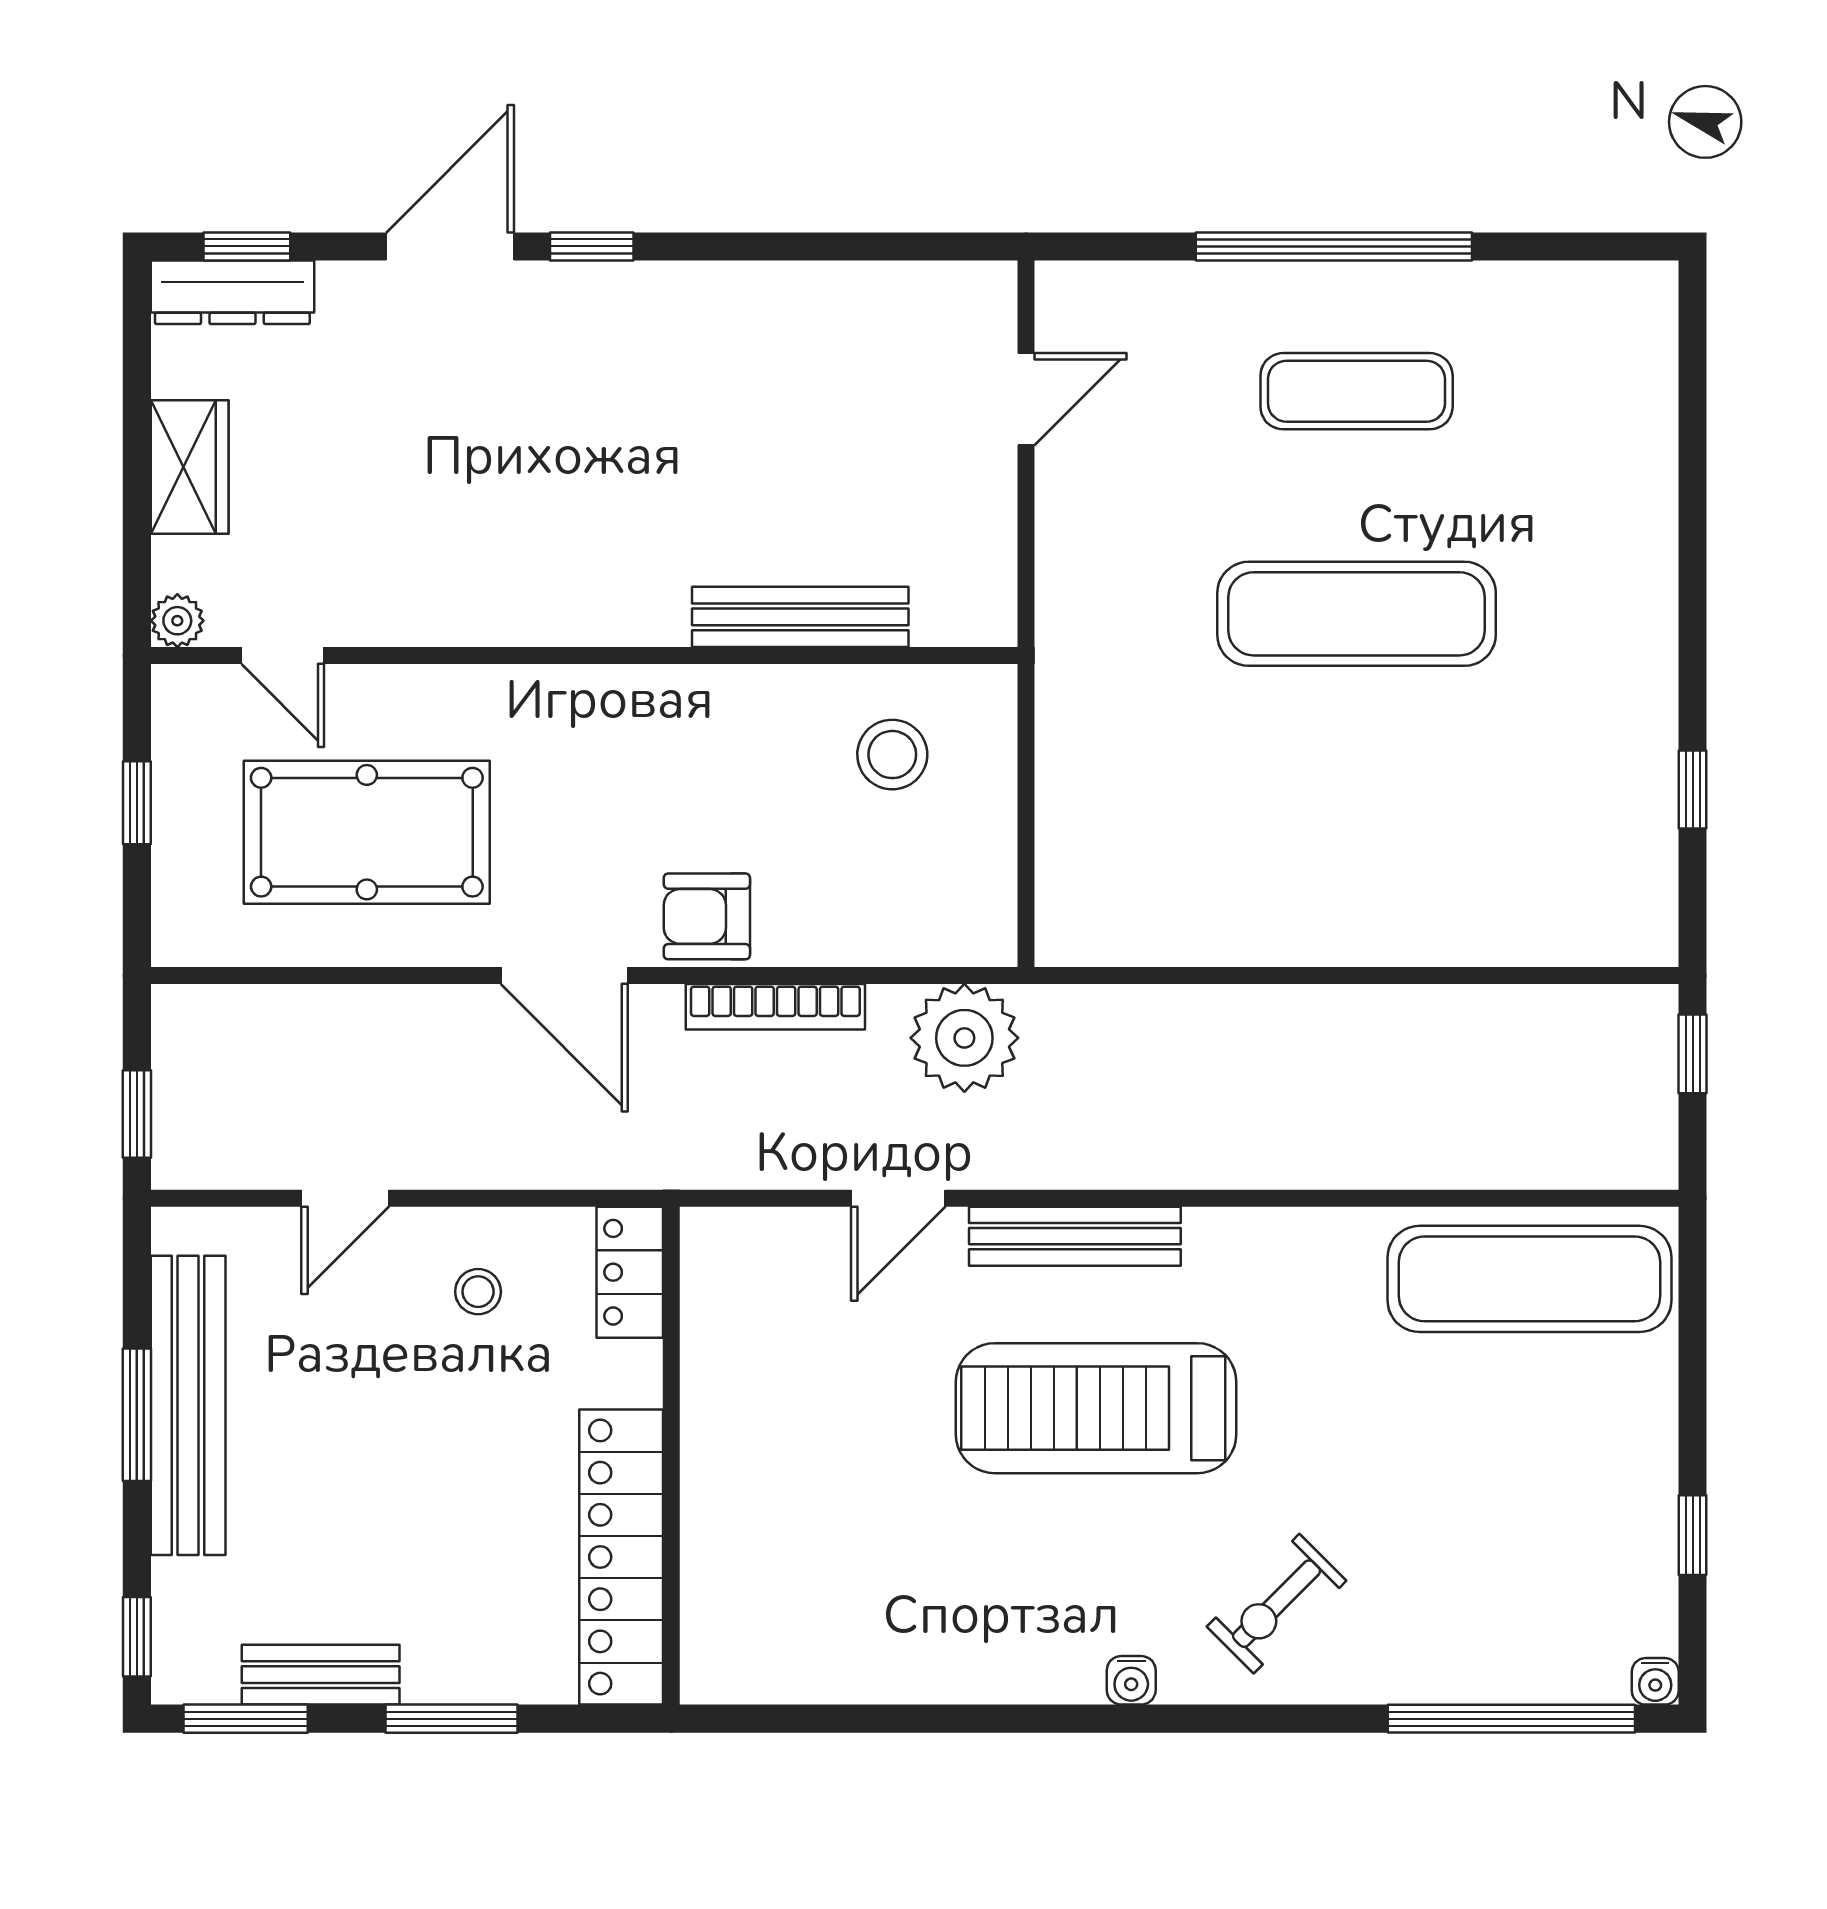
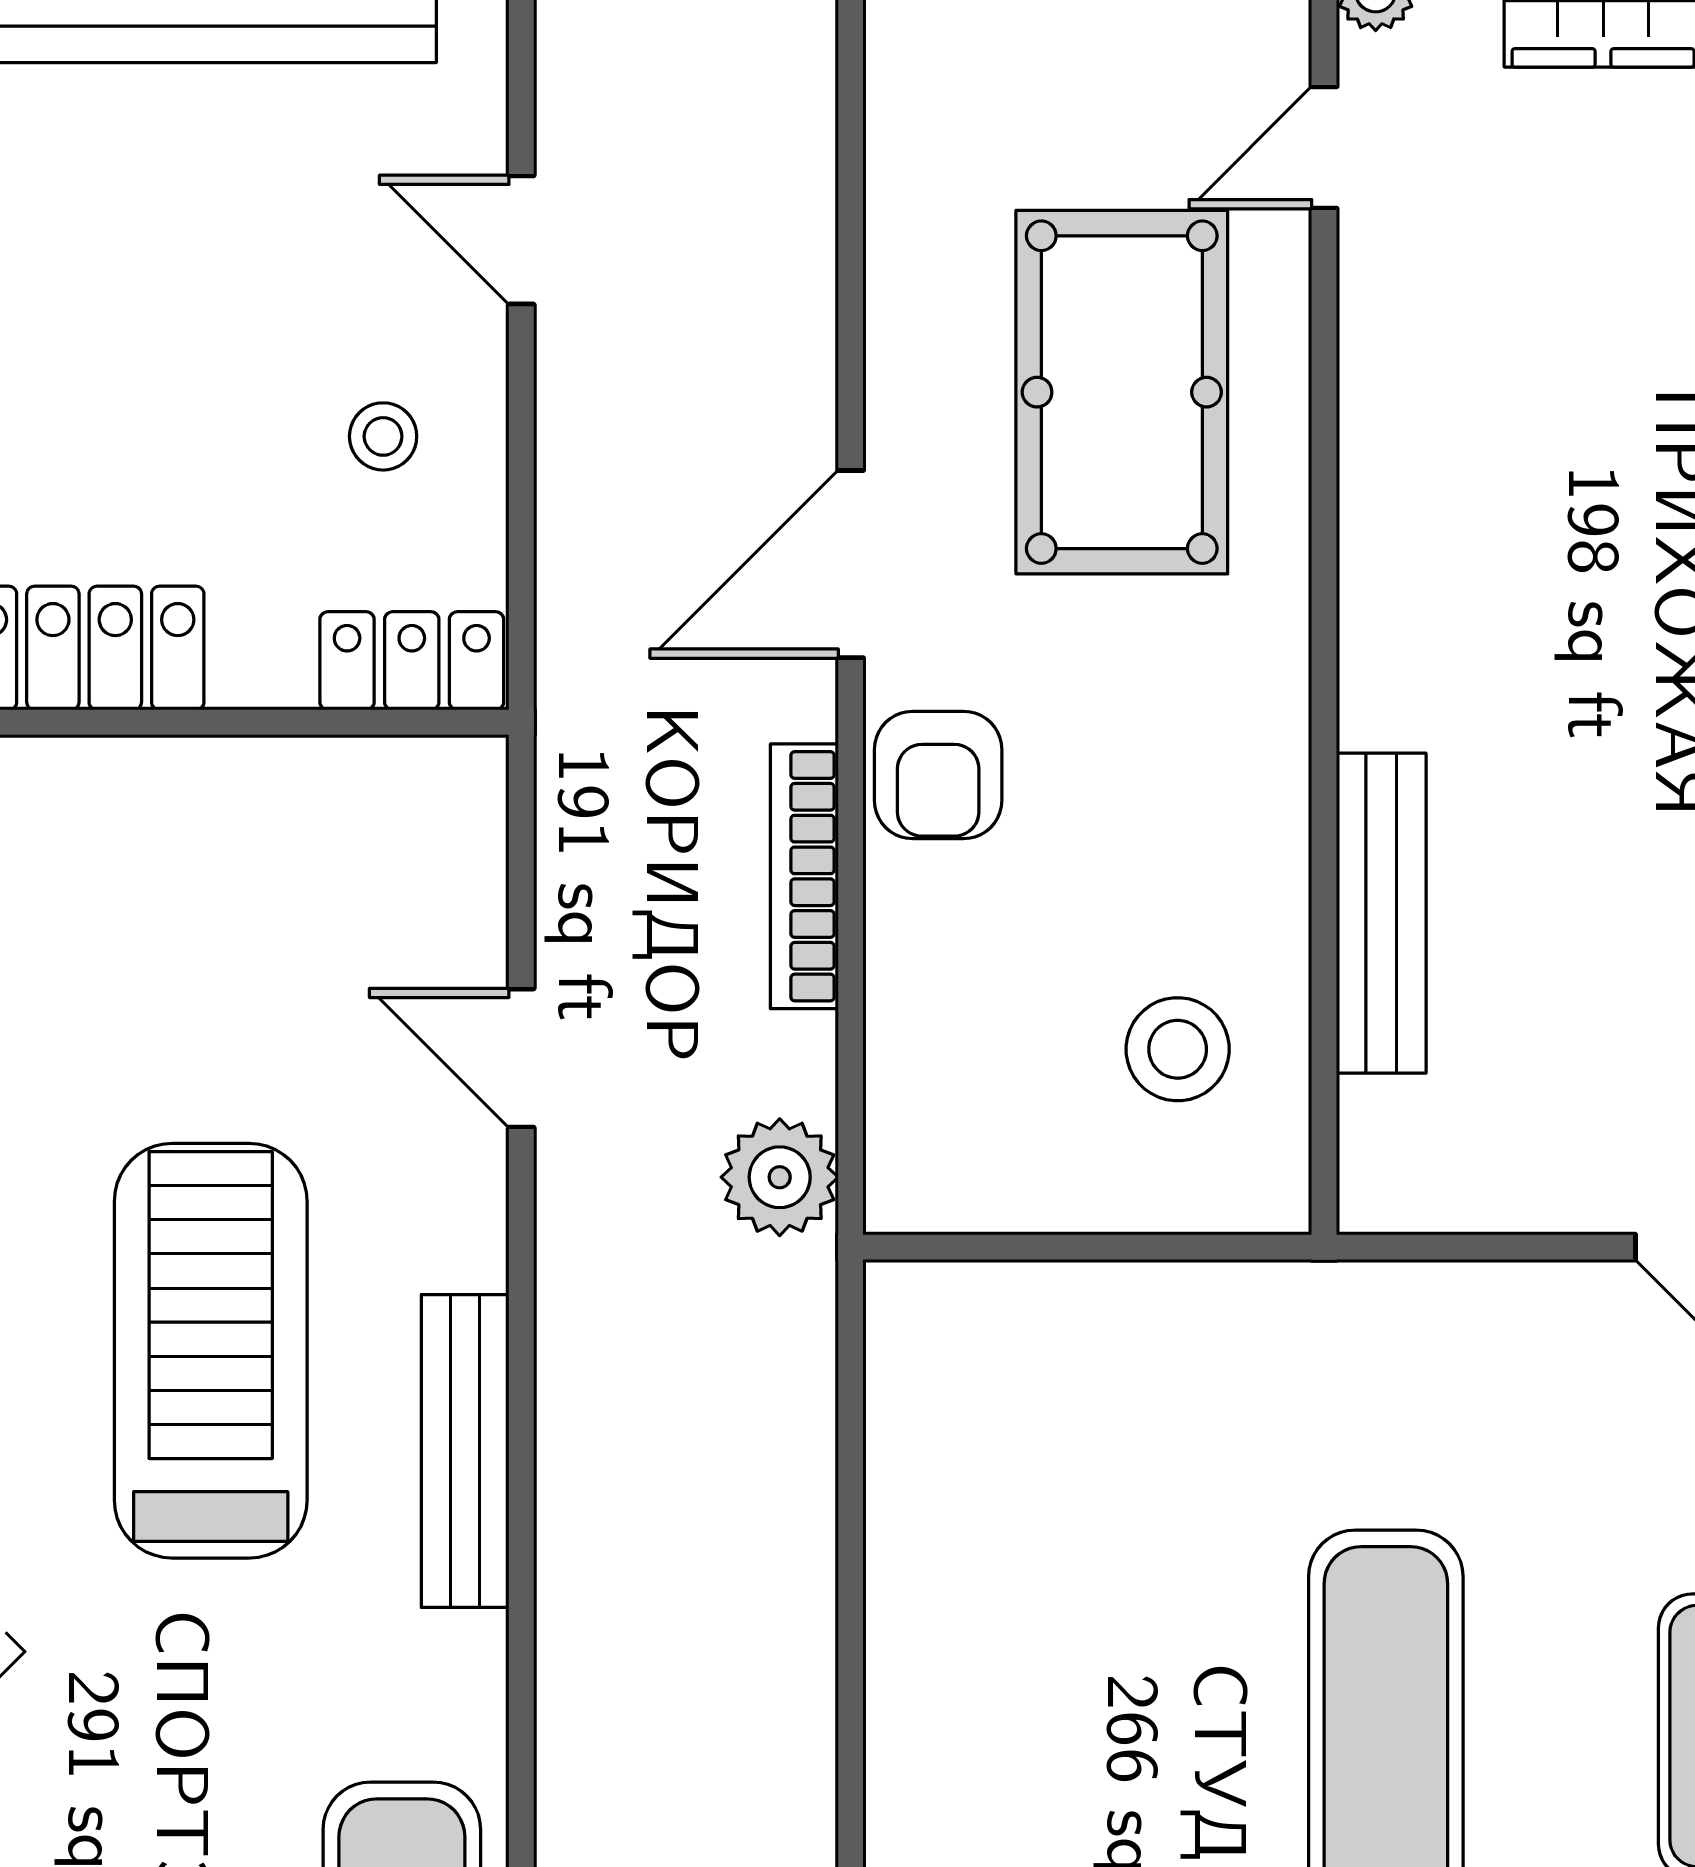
pool table: (367, 832) -> (1122, 392), moved
armchair: (707, 916) -> (938, 775), turned 180
plant: (964, 1038) -> (780, 1177), width x0.73, depth x0.73
bench: (1075, 1236) -> (465, 1451), moved

